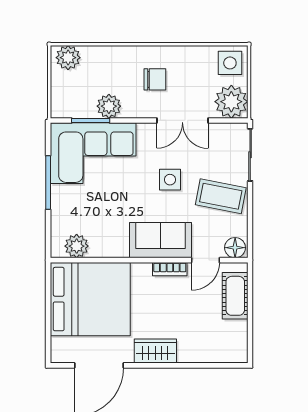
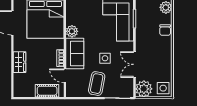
chair: (155, 79) -> (165, 30), moved
plant: (109, 106) -> (142, 28), removed
plant: (77, 246) -> (72, 31), moved
floor lamp: (235, 248) -> (71, 91), removed
wardrobe: (155, 351) -> (20, 62), moved

